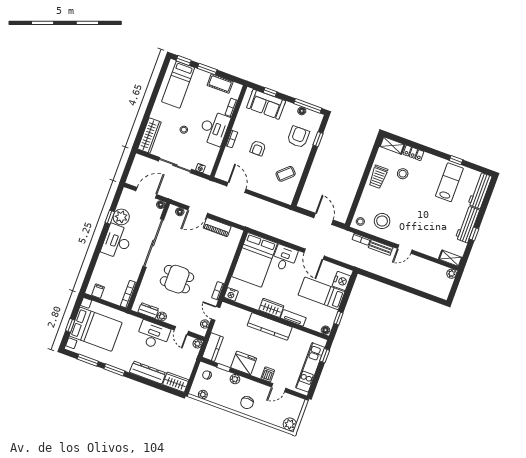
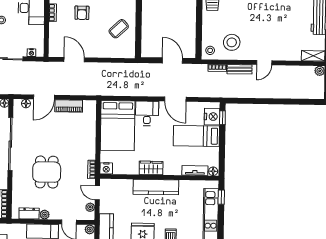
dining table: (177, 279) -> (47, 172), turned 90
tv unit: (293, 318) -> (195, 170), moved
window: (338, 318) -> (222, 118), moved

